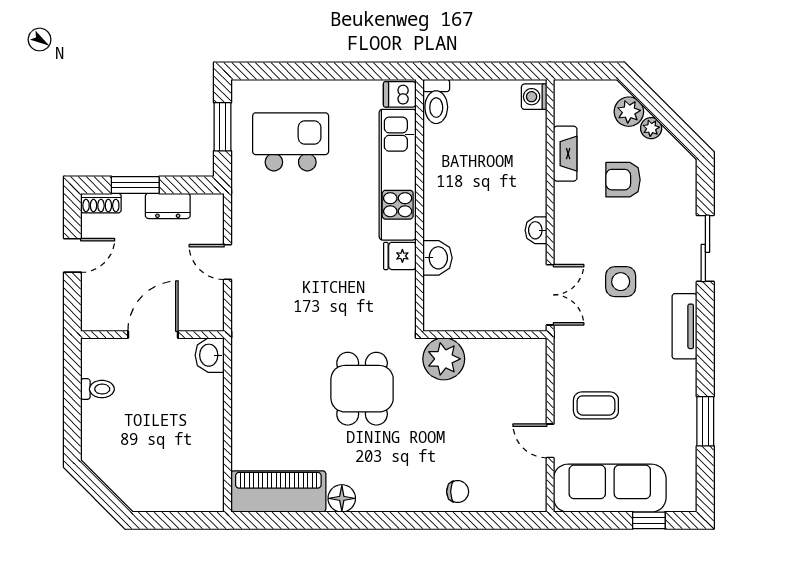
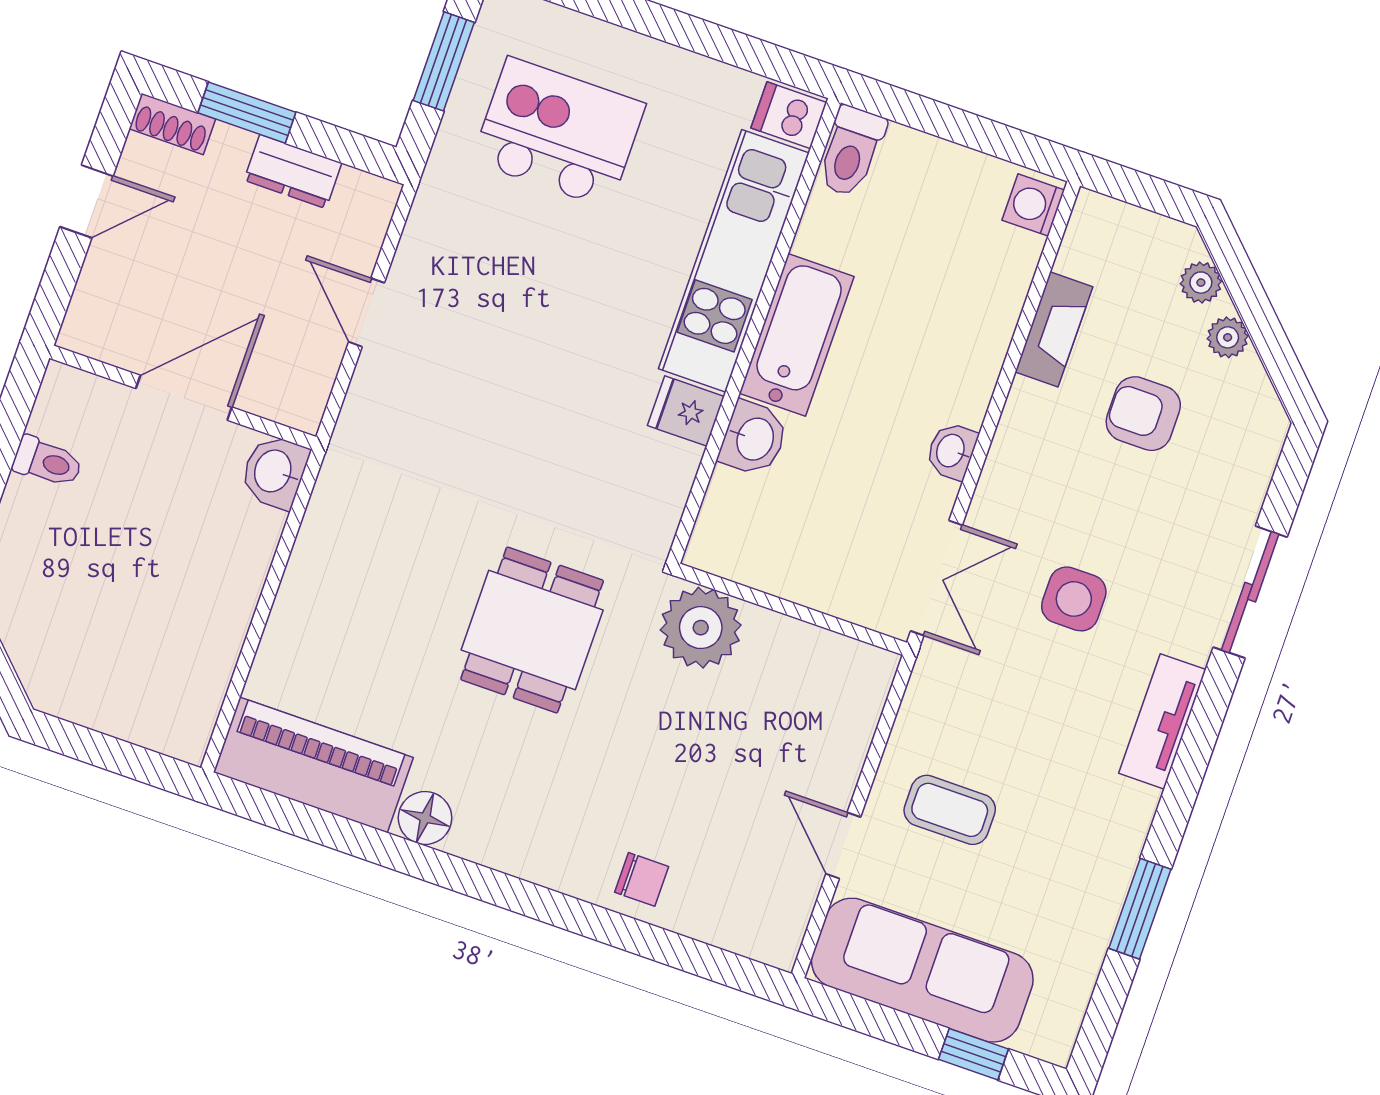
plant: (629, 112) -> (1201, 283), width x0.73, depth x0.73
bathtub: (441, 200) -> (797, 335), added

